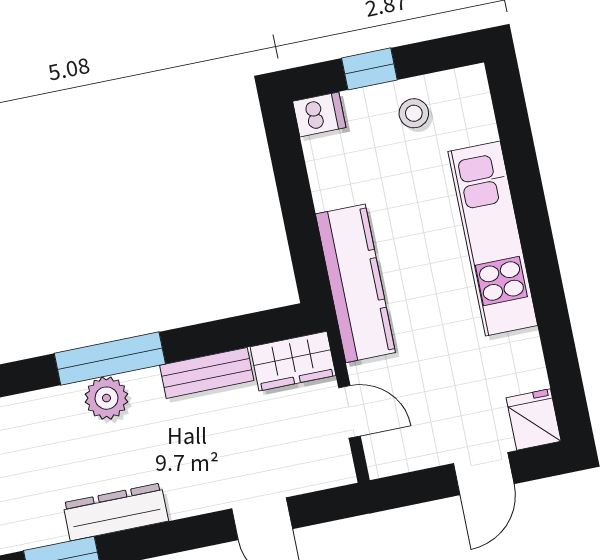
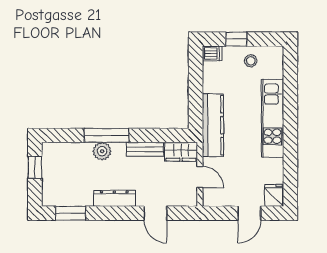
dresser: (116, 512) -> (114, 198), moved

